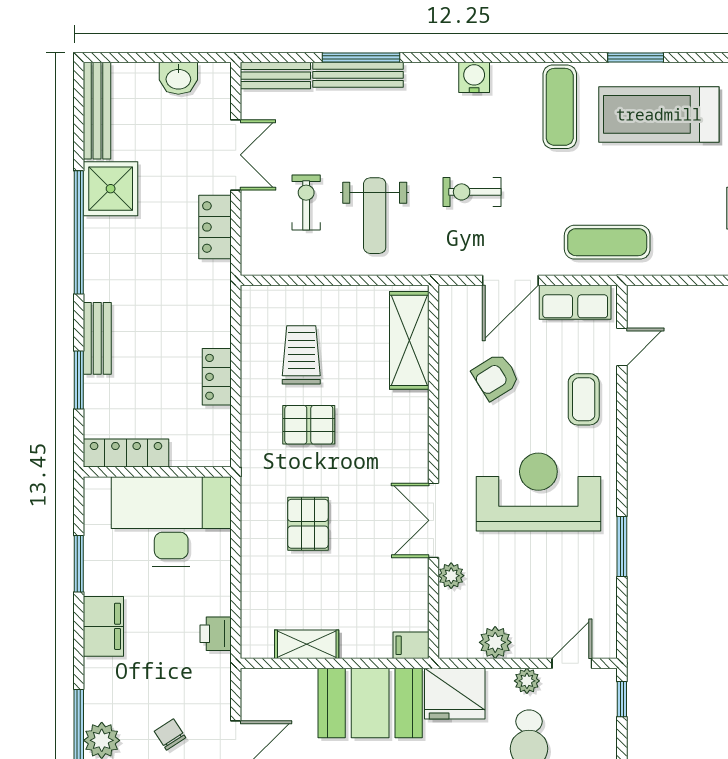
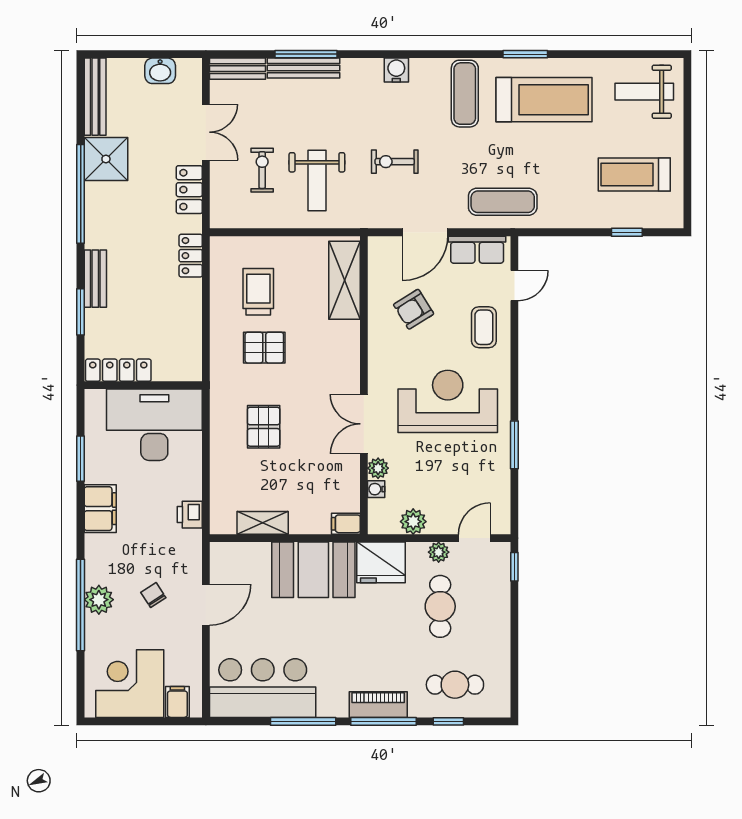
treadmill: (659, 114) -> (544, 100), turned 180
locker: (217, 377) -> (191, 256), moved
water cooler: (449, 602) -> (376, 489), added

